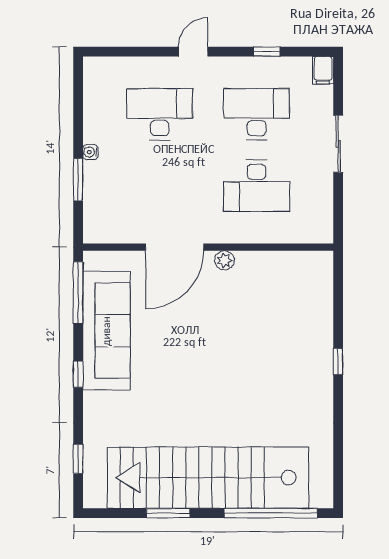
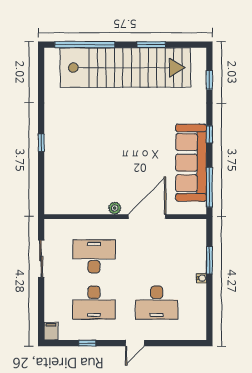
sliding door: (338, 144) -> (41, 259), moved

